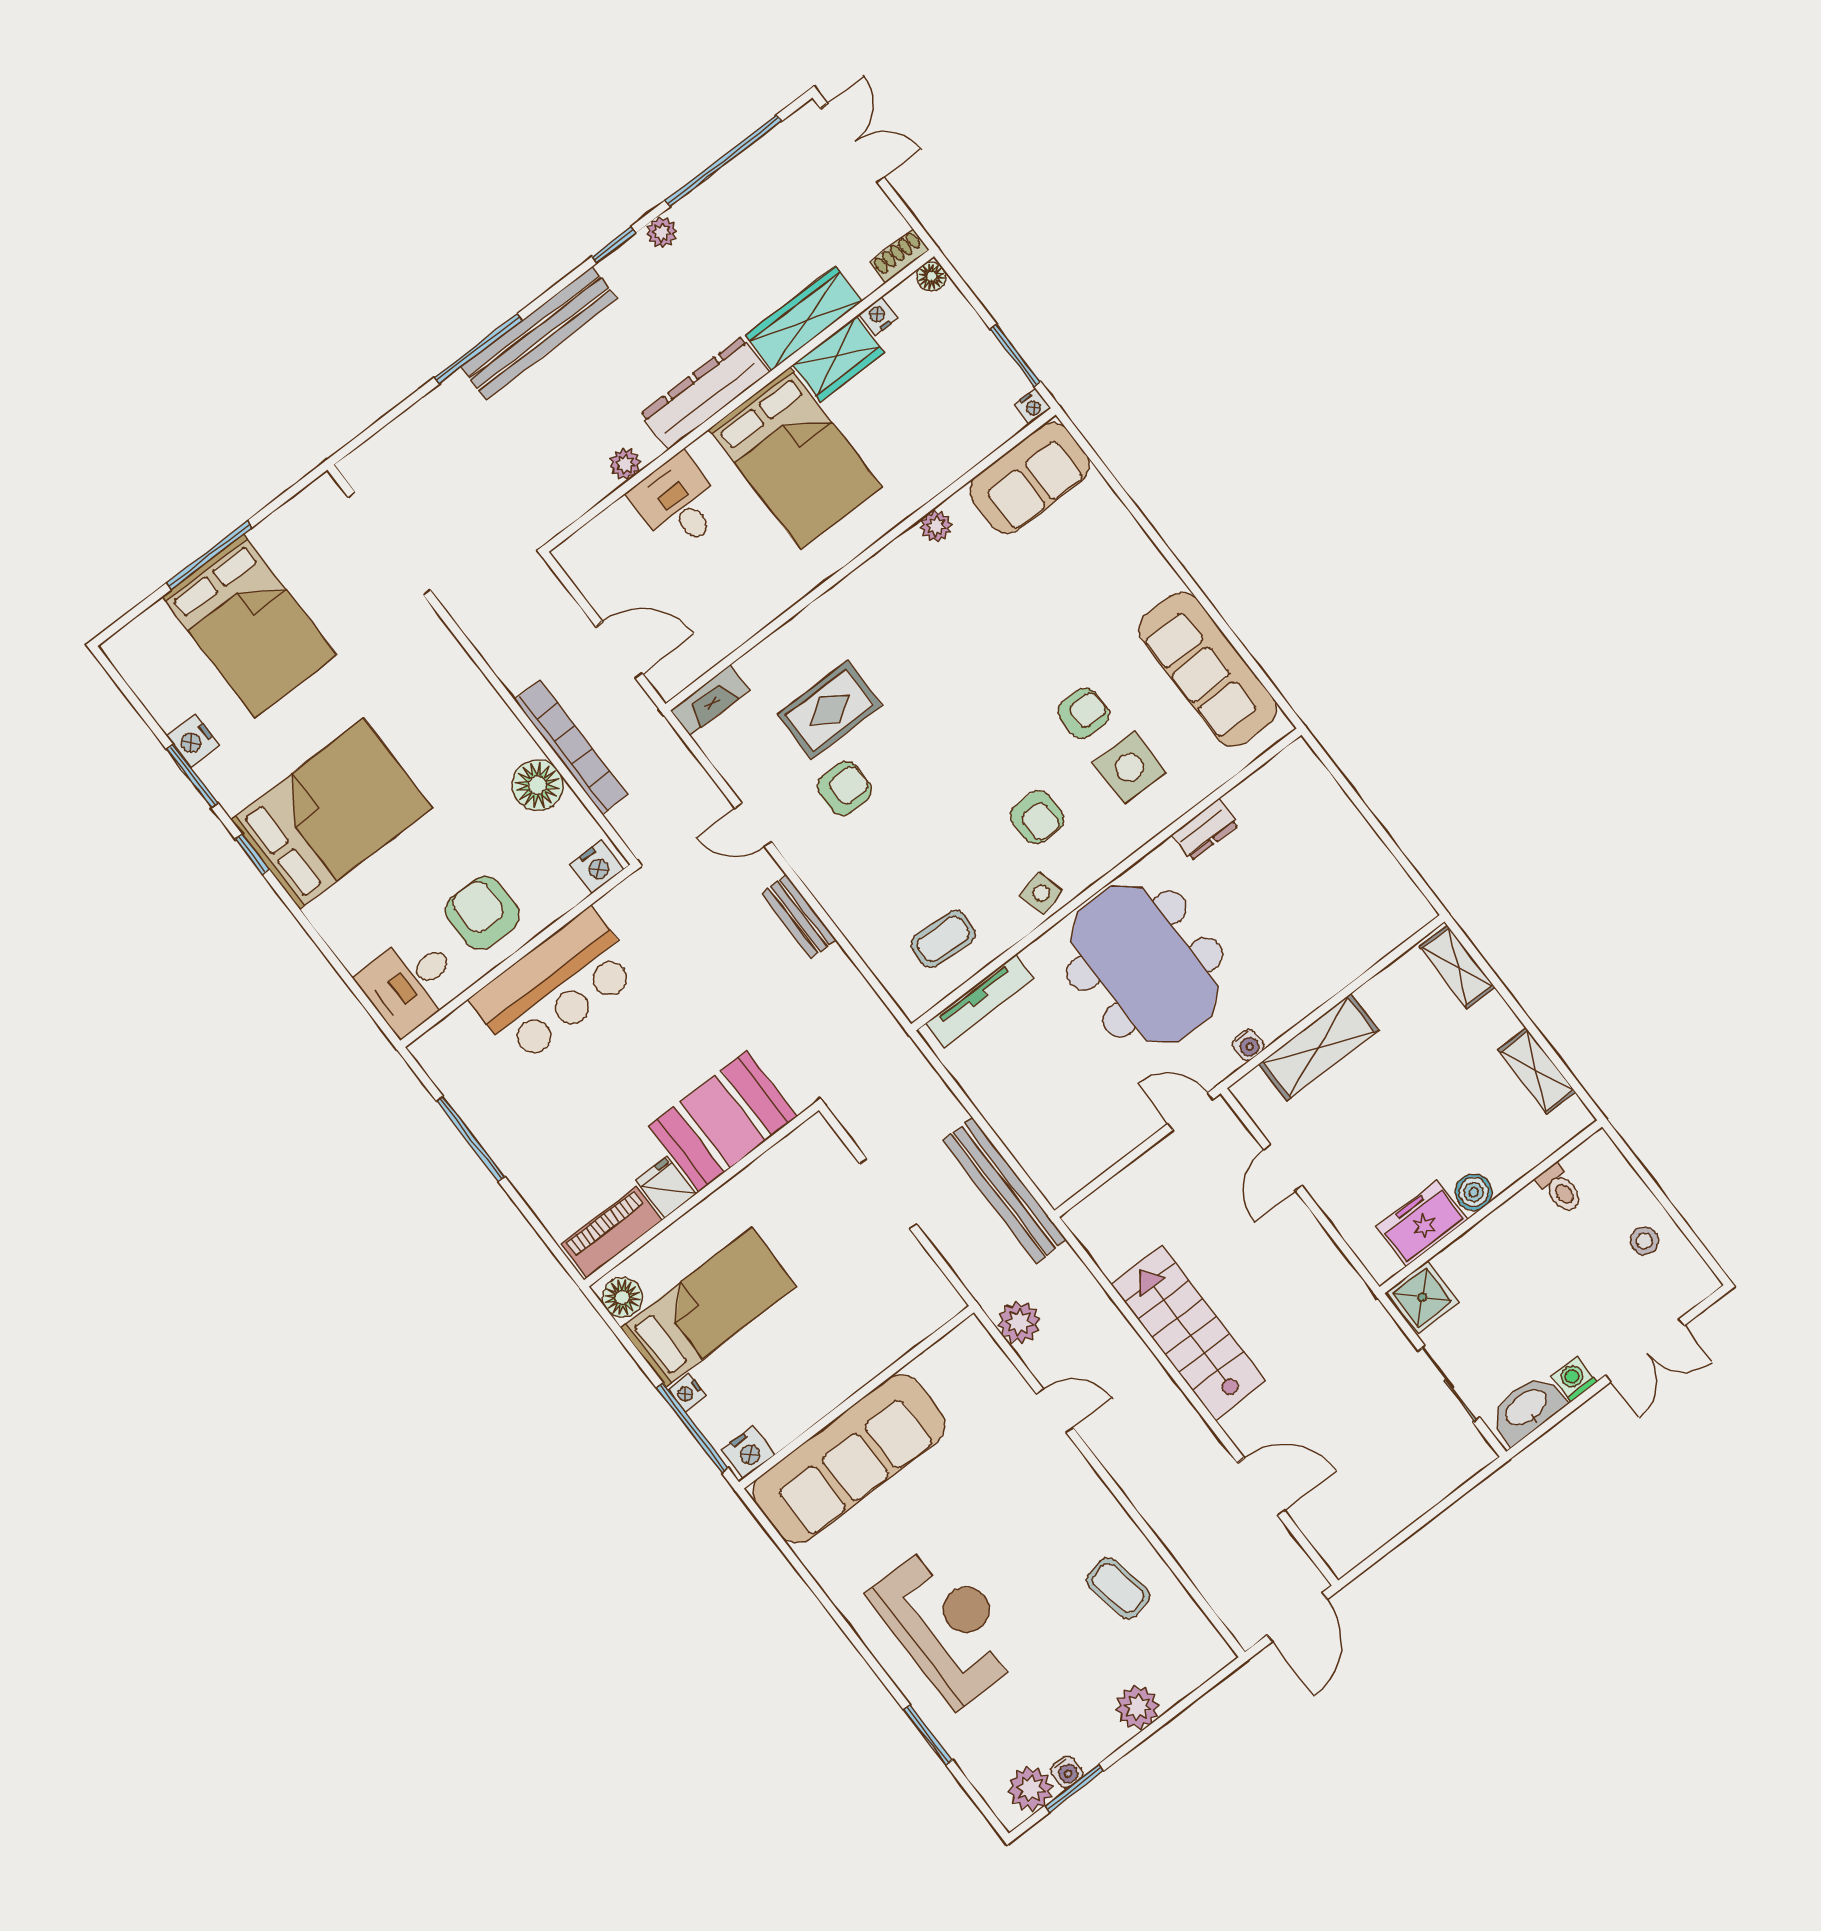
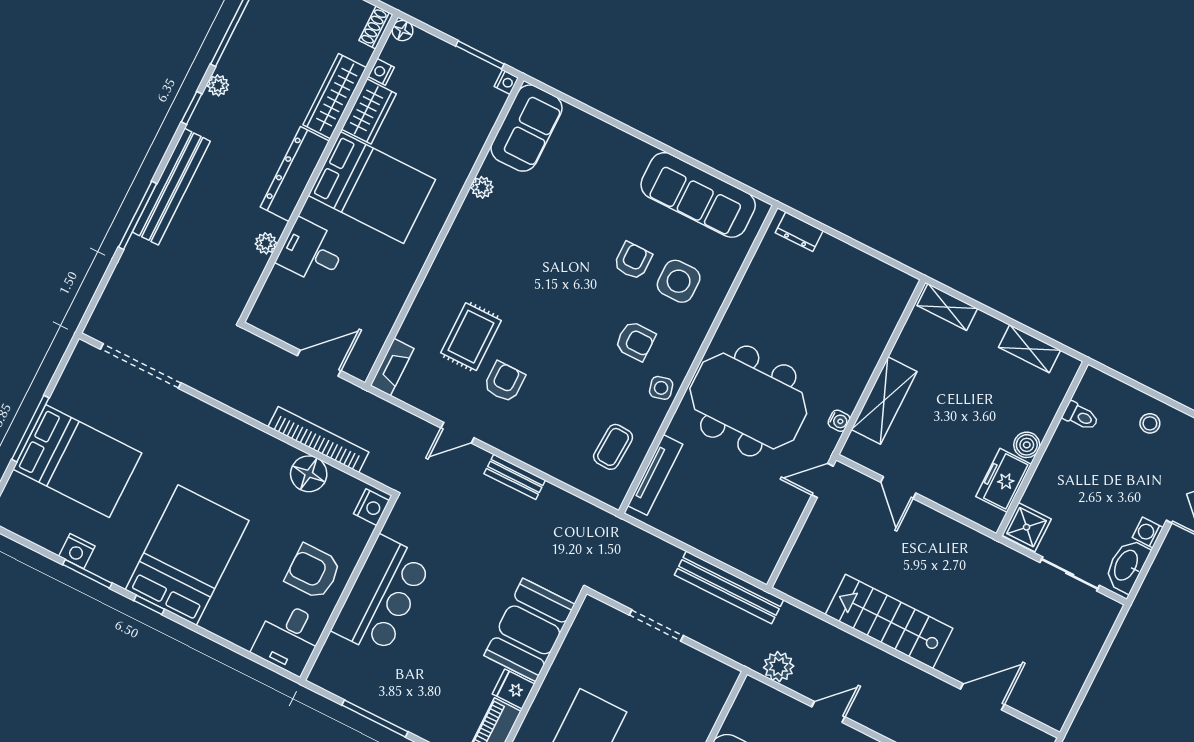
dresser: (1205, 830) -> (799, 232), moved, turned 90

